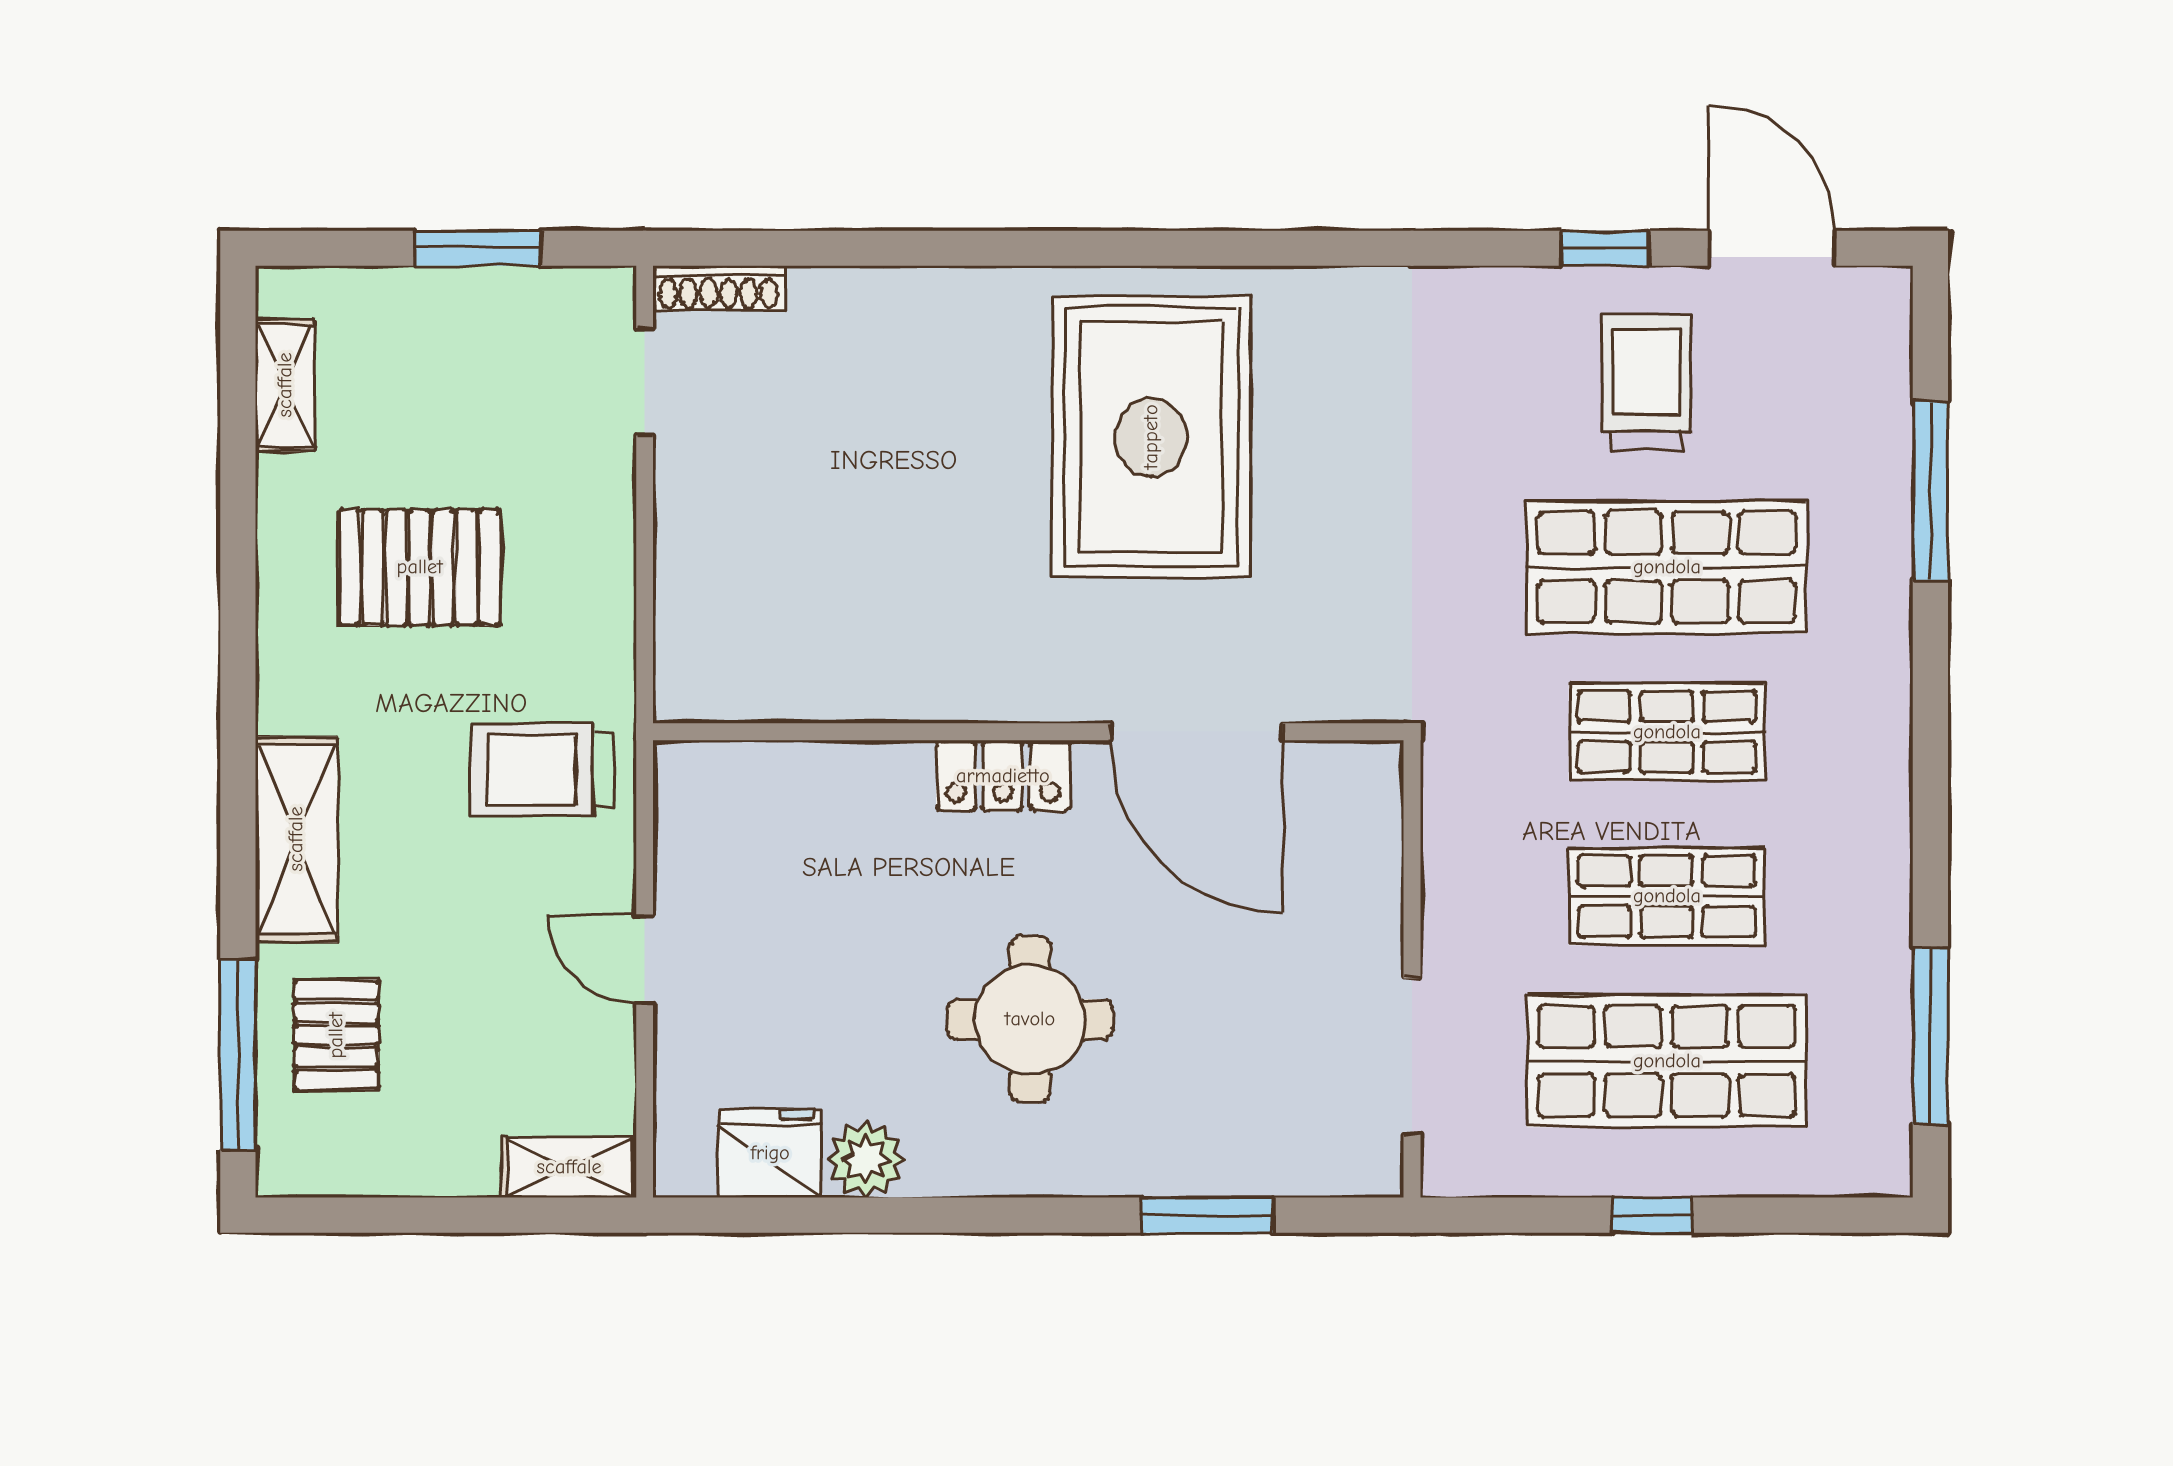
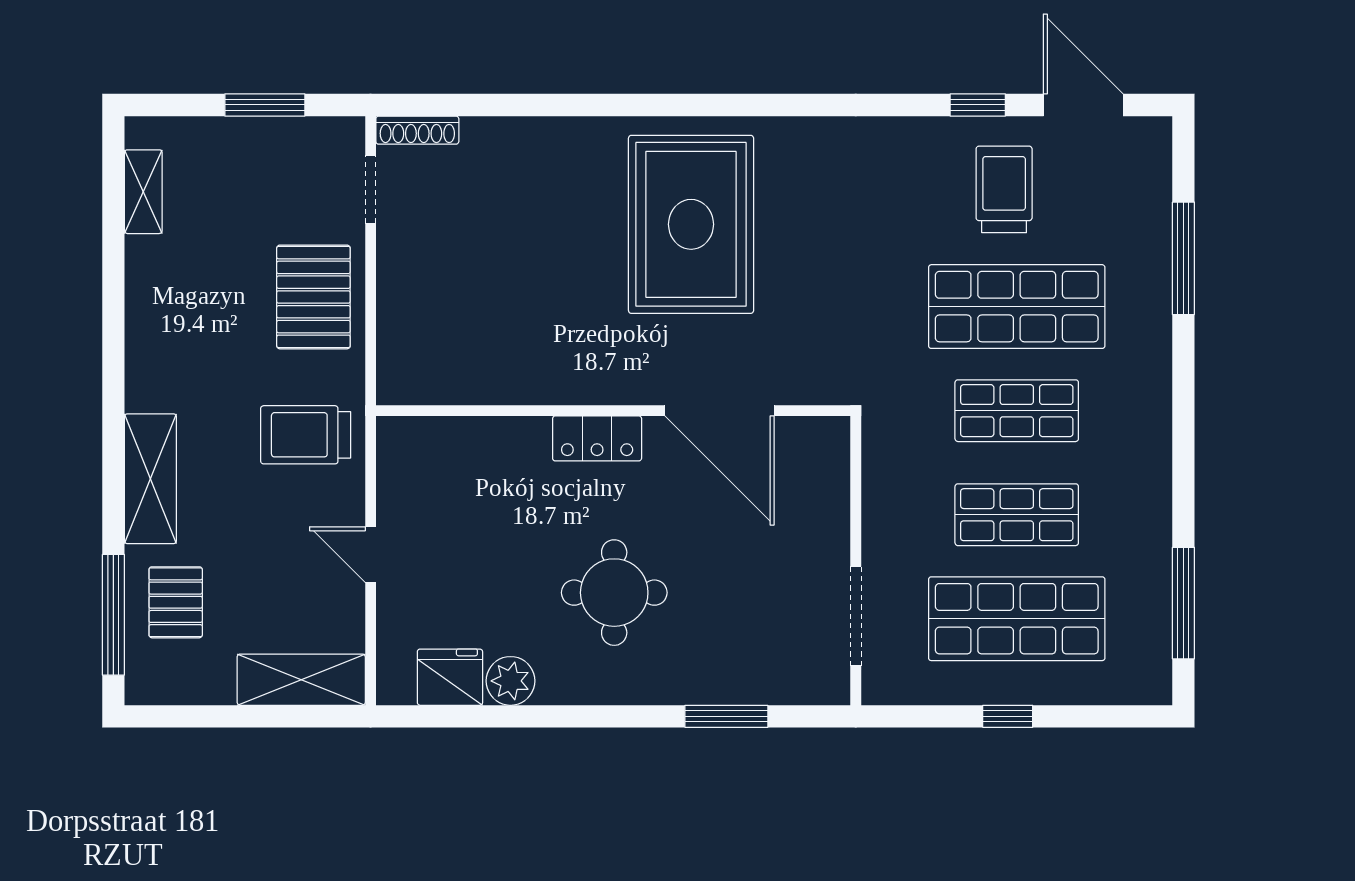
pallet: (420, 567) -> (313, 297), moved, turned 90
shelving: (569, 1167) -> (301, 680), width x1.50, depth x1.33

